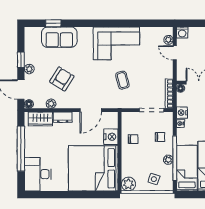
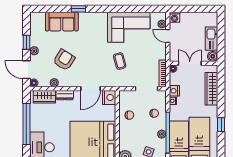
window: (53, 23) -> (78, 9), moved
corner sofa: (116, 43) -> (129, 27), moved
nightstand: (111, 137) -> (109, 97), moved

